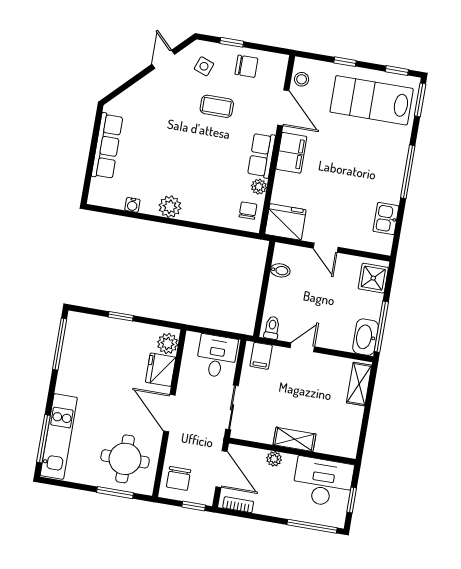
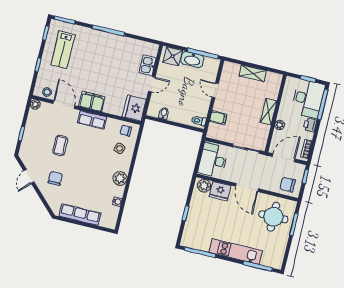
door: (163, 59) -> (29, 176), hinge flipped
side table: (204, 66) -> (119, 148), moved
chair: (246, 66) -> (55, 178), moved
lab bench: (372, 100) -> (63, 50), width x0.73, depth x0.72
door: (283, 108) -> (64, 105), hinge flipped
plant: (259, 187) -> (35, 104), moved
kitchen sink: (386, 219) -> (148, 65), moved, turned 90
washbasin: (366, 337) -> (192, 60), moved
door: (302, 347) -> (215, 90), moved
desk: (217, 356) -> (213, 160), width x1.37
filing cabinet: (261, 356) -> (218, 118), moved
shelving: (359, 384) -> (253, 73), moved
door: (169, 413) -> (247, 188), hinge flipped
kitchen unit: (59, 436) -> (236, 252), moved
chair: (179, 478) -> (288, 185), turned 180
desk: (323, 482) -> (308, 99), moved, turned 180
printer: (278, 508) -> (310, 125), added

